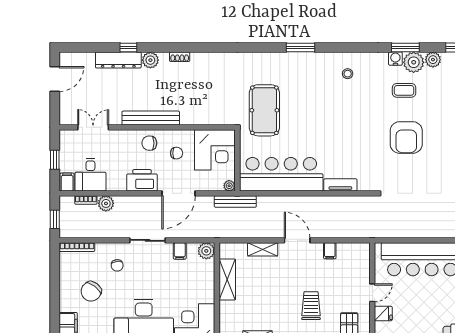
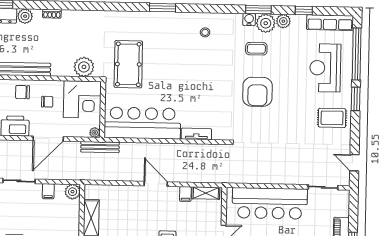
plant: (216, 114) -> (84, 67), added
shelving: (263, 249) -> (206, 193), moved

